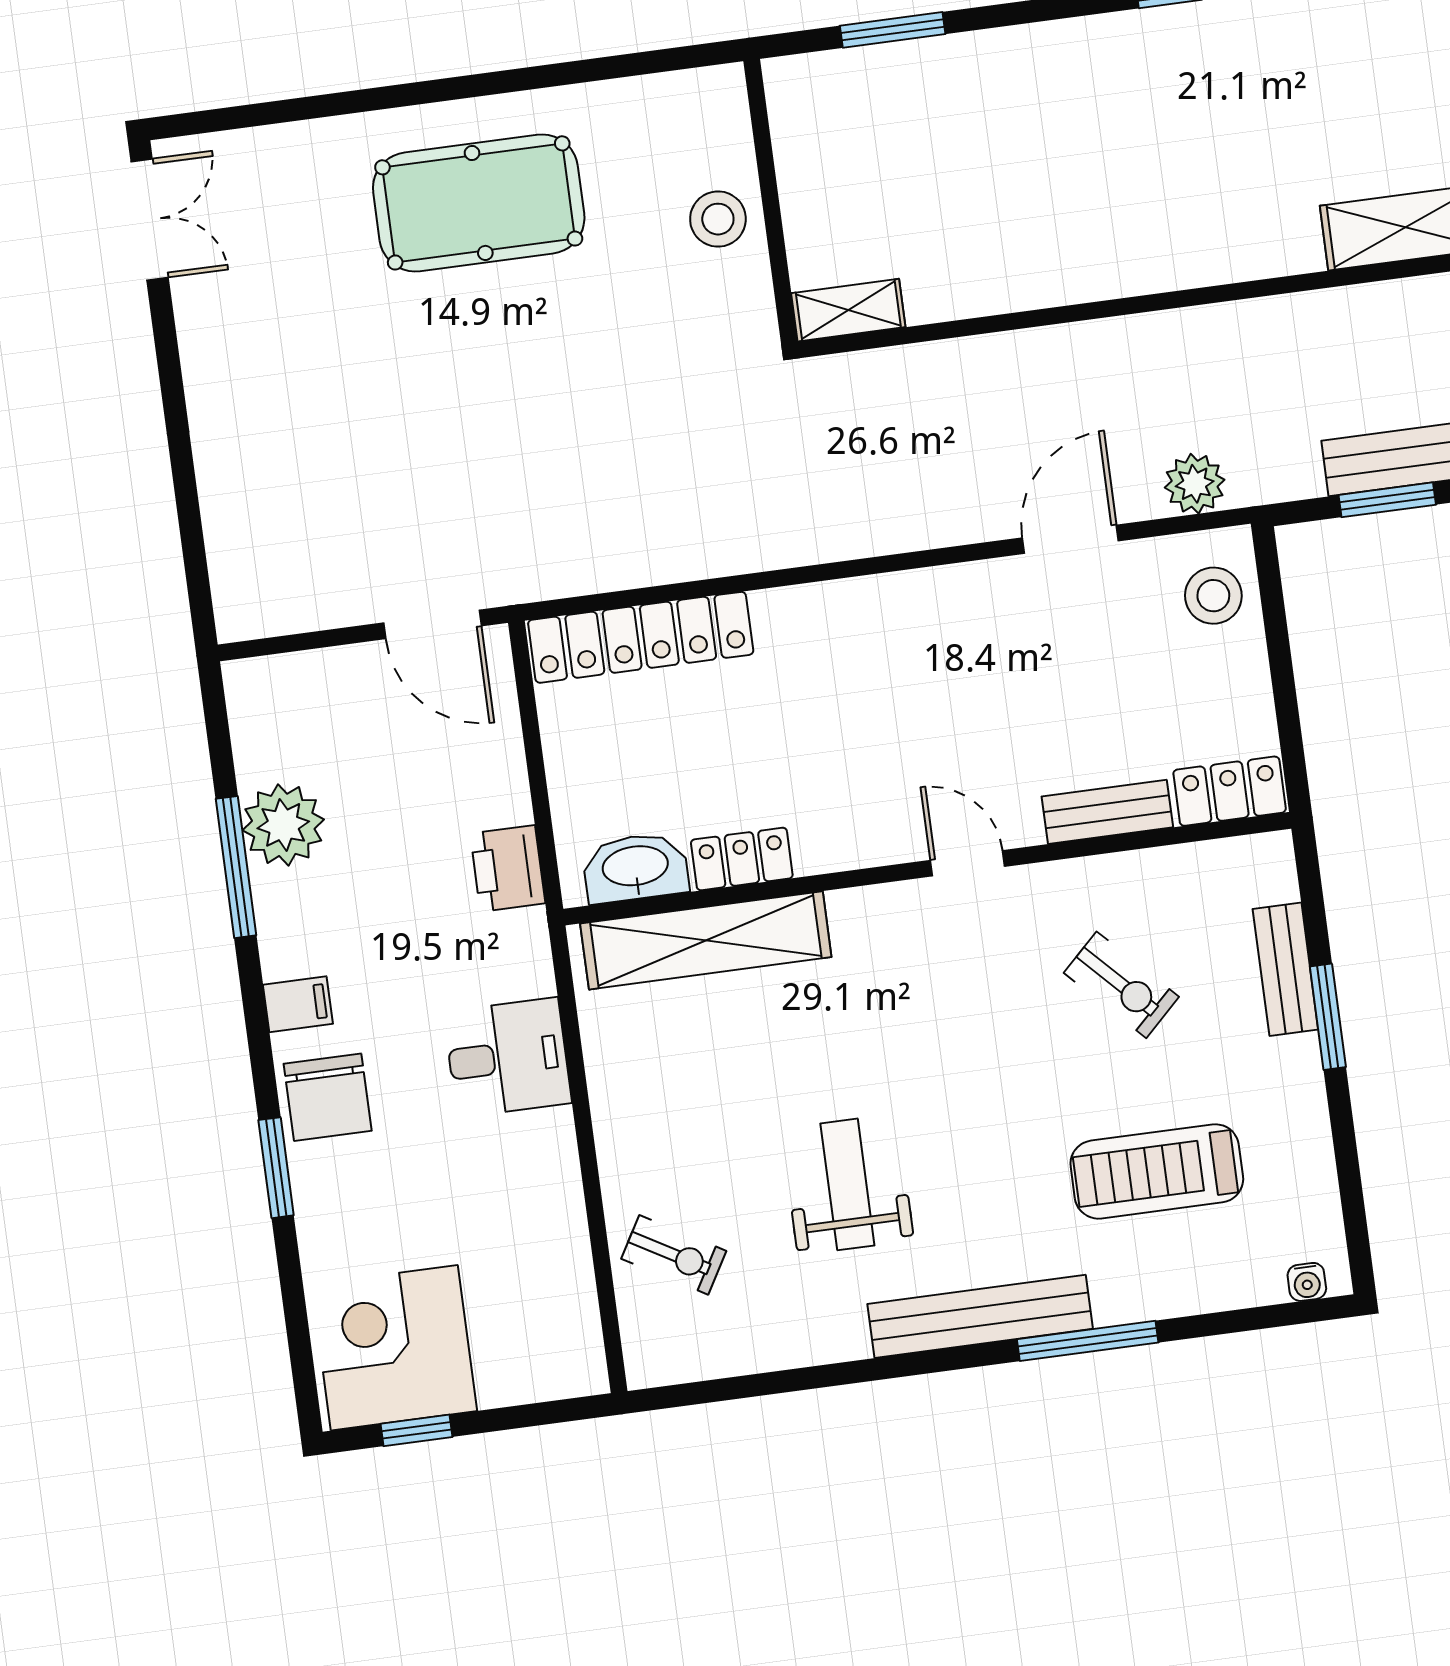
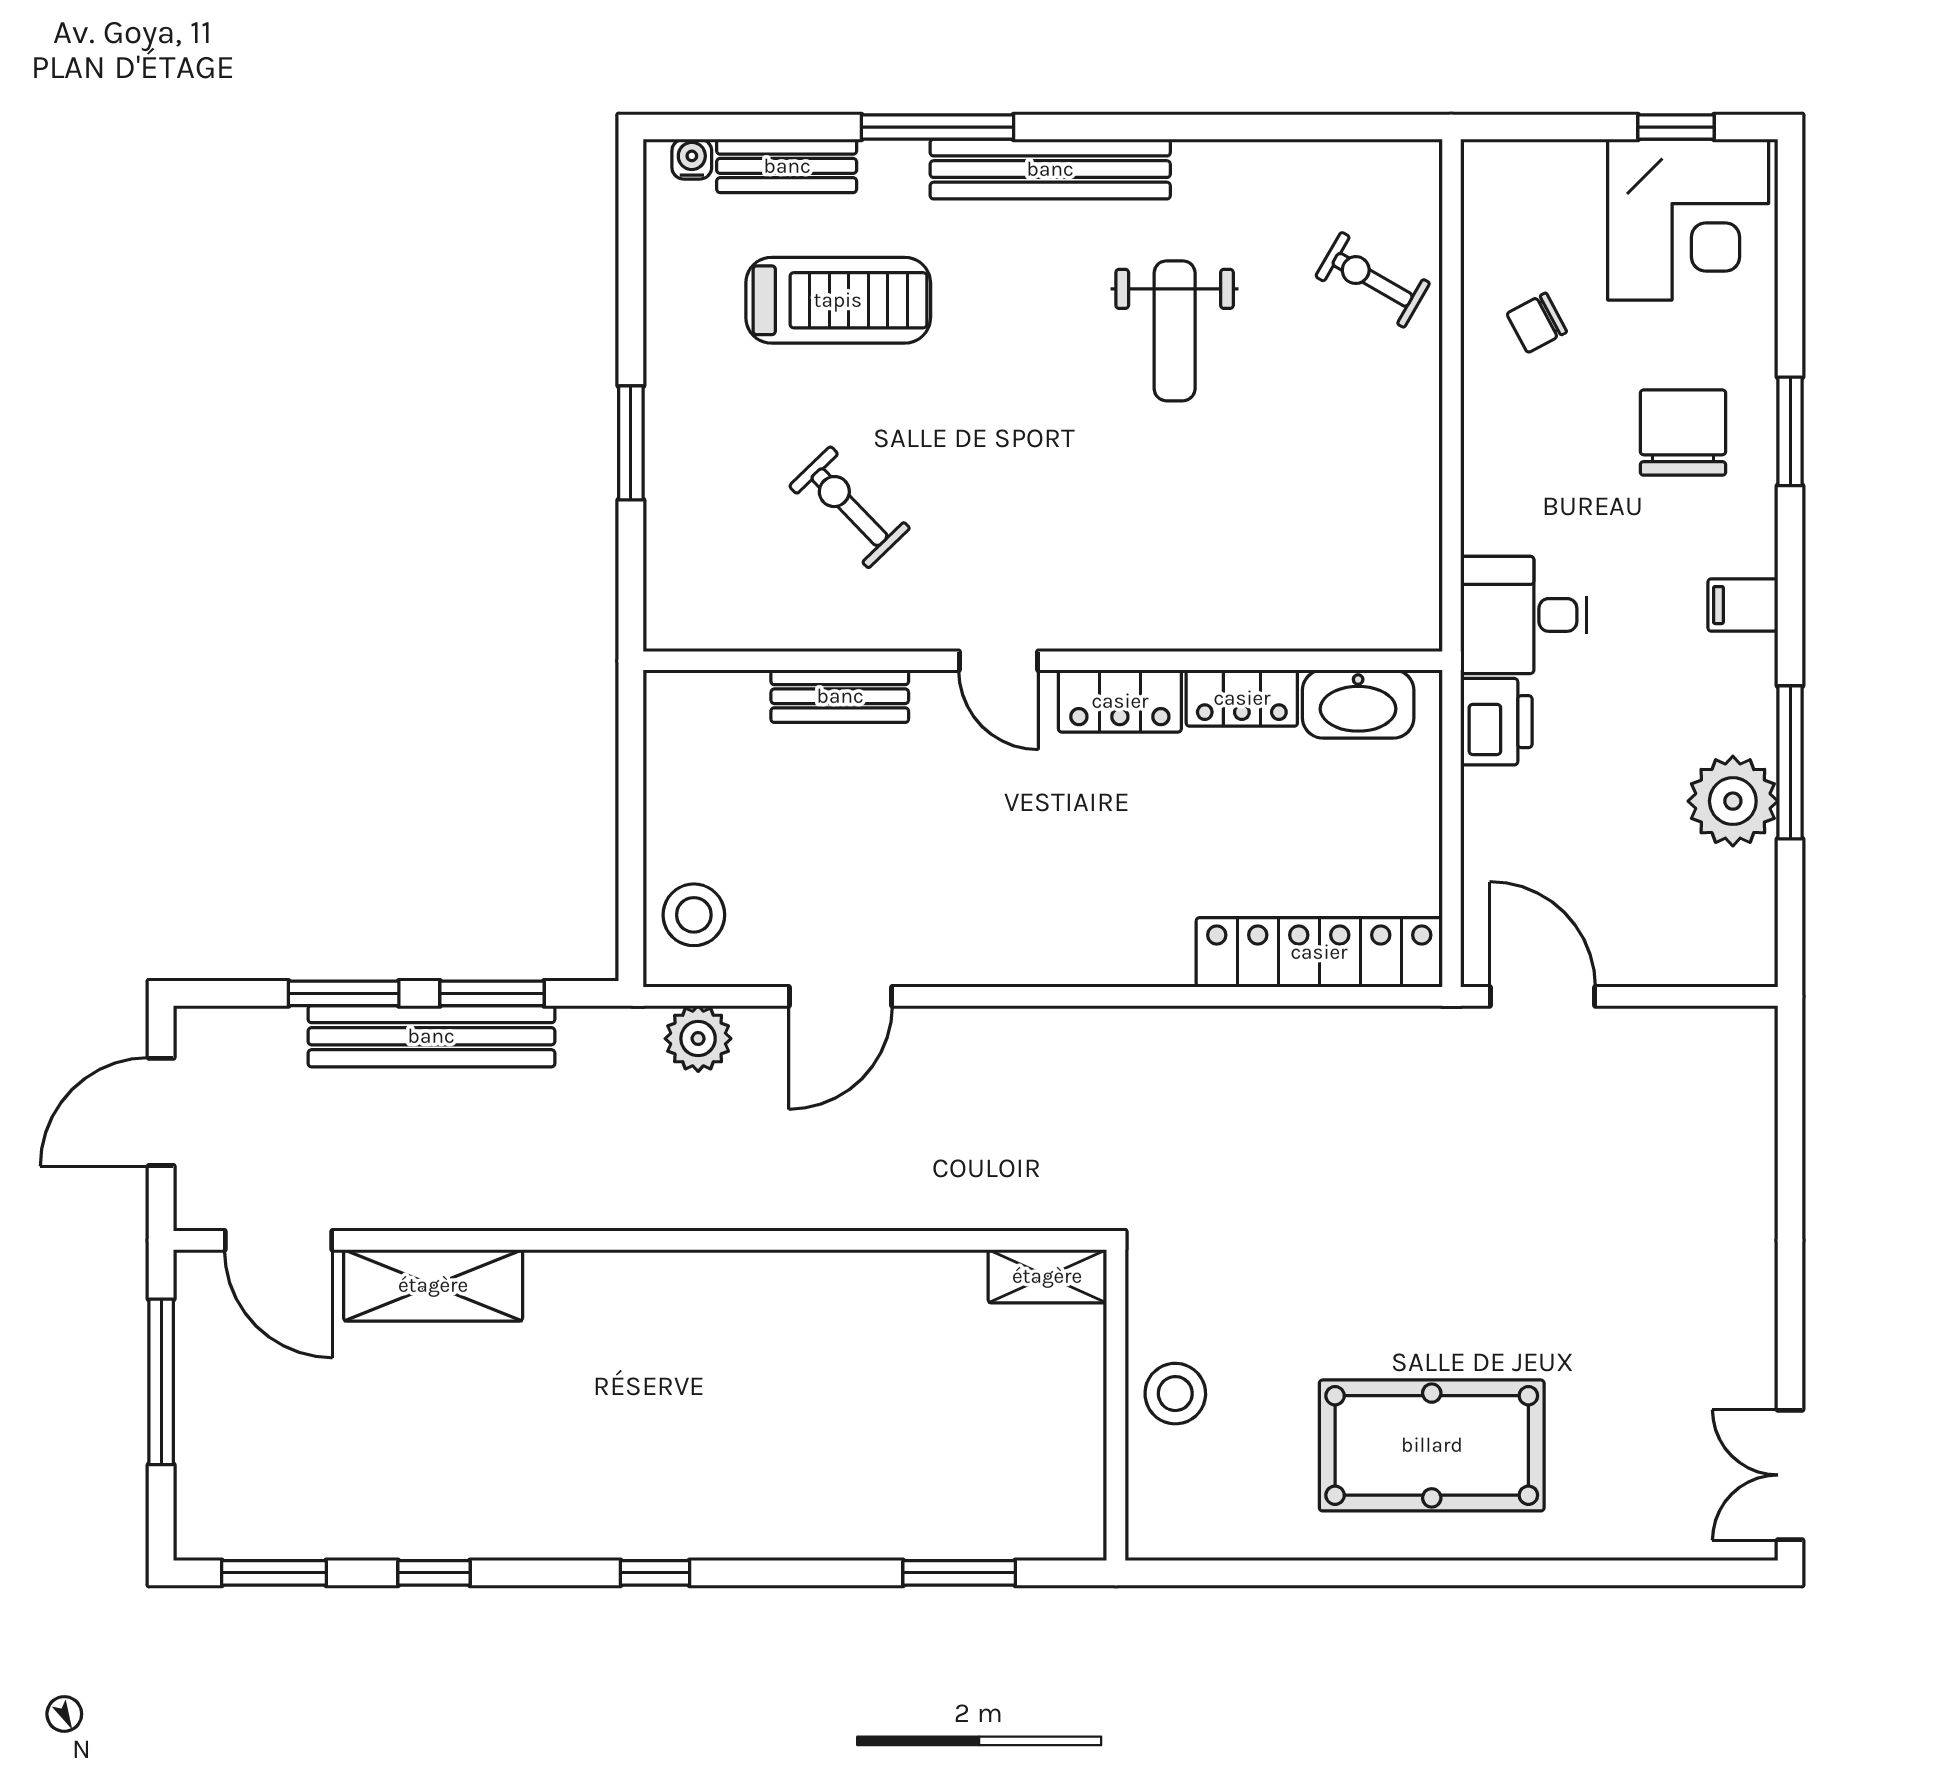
locker: (1230, 791) -> (1120, 701), moved
shelving: (706, 940) -> (1292, 615), removed
bench: (1285, 969) -> (787, 166), moved, turned 90
desk: (508, 1057) -> (1524, 615), moved
chair: (328, 1097) -> (1683, 433), moved
chair: (519, 1236) -> (1537, 323), added

